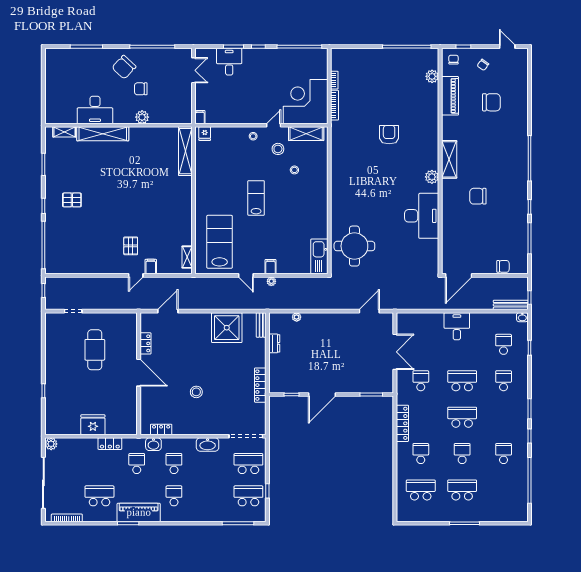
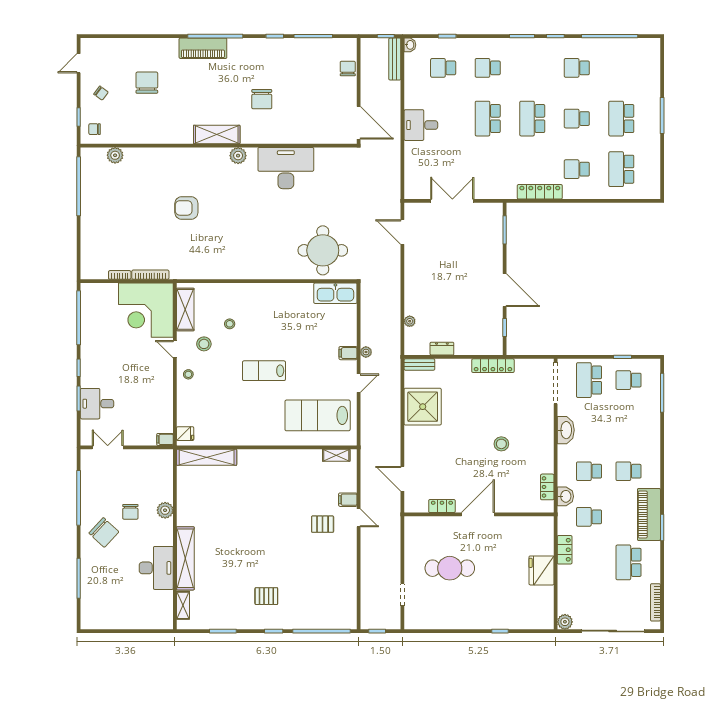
piano: (450, 96) -> (203, 48), moved, turned 180
pallet: (72, 200) -> (266, 596), turned 90
school desk: (421, 381) -> (488, 169), removed
school desk: (248, 496) -> (629, 380), width x0.54

